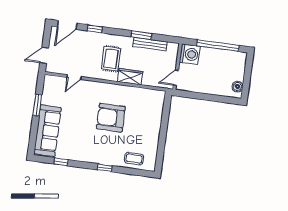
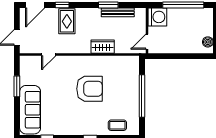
rug: (111, 59) -> (67, 21), moved
armchair: (111, 118) -> (89, 89), turned 180
window: (163, 132) -> (142, 96), added

